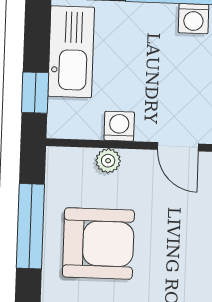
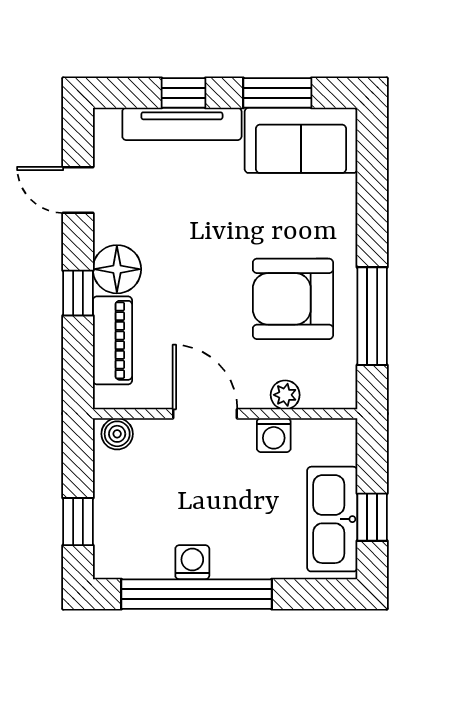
window: (35, 93) -> (372, 517), moved
door: (178, 147) -> (205, 414), width x1.38

